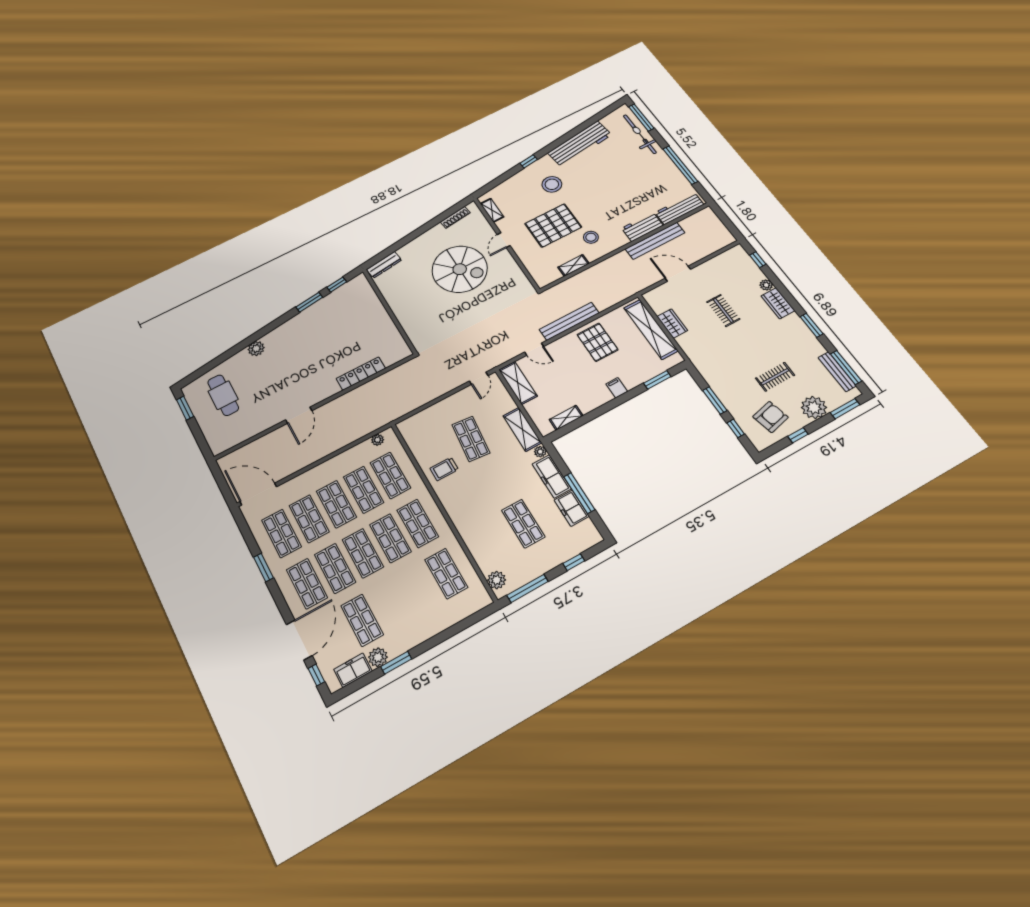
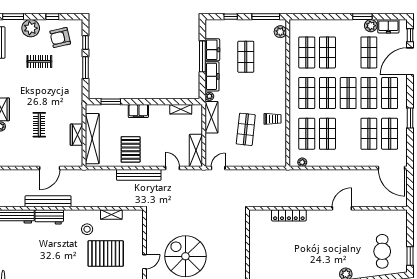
door: (678, 274) -> (50, 168), hinge flipped
filing cabinet: (617, 388) -> (138, 111), width x2.00
shop shelf: (336, 504) -> (327, 52), moved

